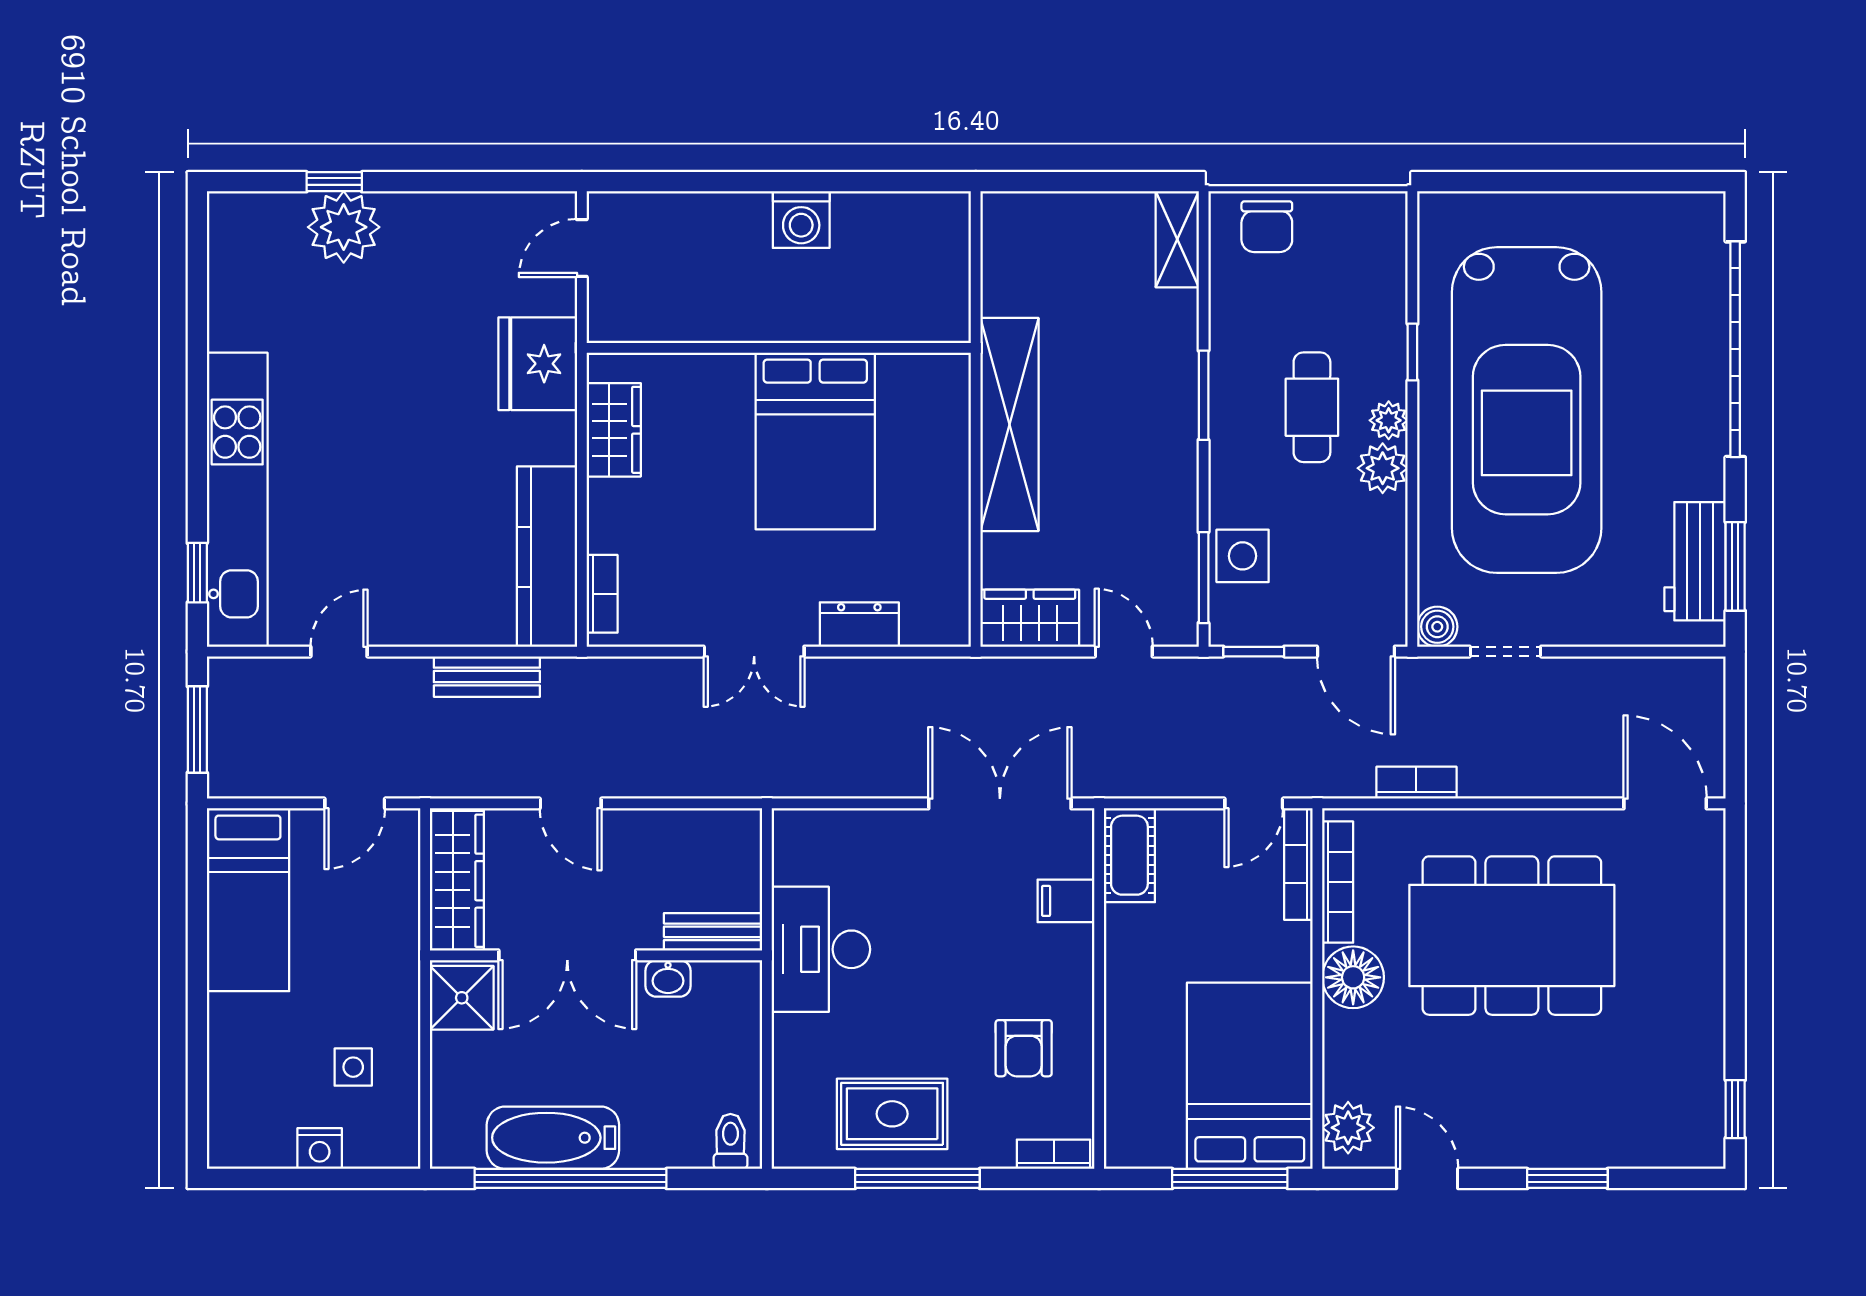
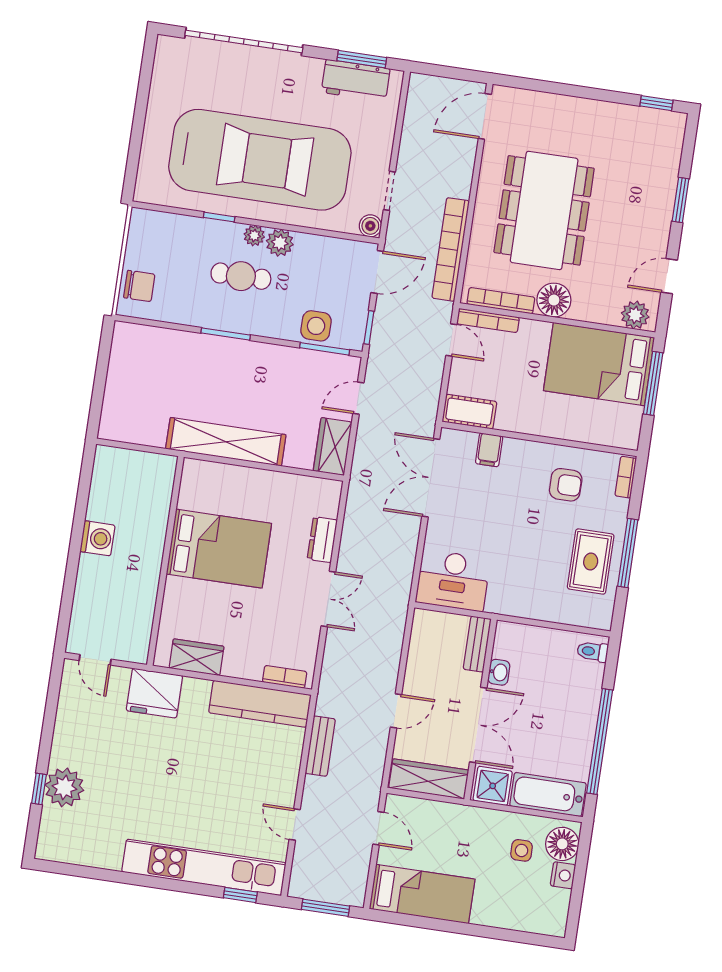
shelving: (1177, 239) -> (139, 336), removed
bookcase: (1416, 783) -> (451, 249), width x2.31, depth x1.31
desk: (821, 949) -> (453, 580), moved
bathtub: (553, 1138) -> (548, 794), moved, turned 90
floor lamp: (376, 1139) -> (562, 844), added

